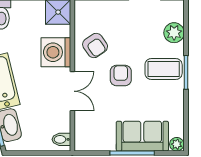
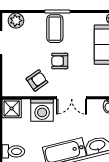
plant: (174, 33) -> (16, 21), moved
double door: (72, 91) -> (72, 98), swing flipped

